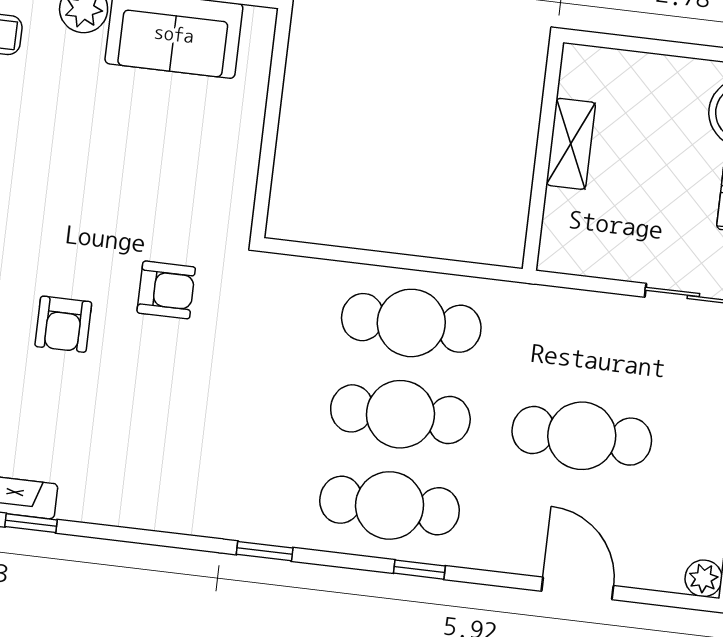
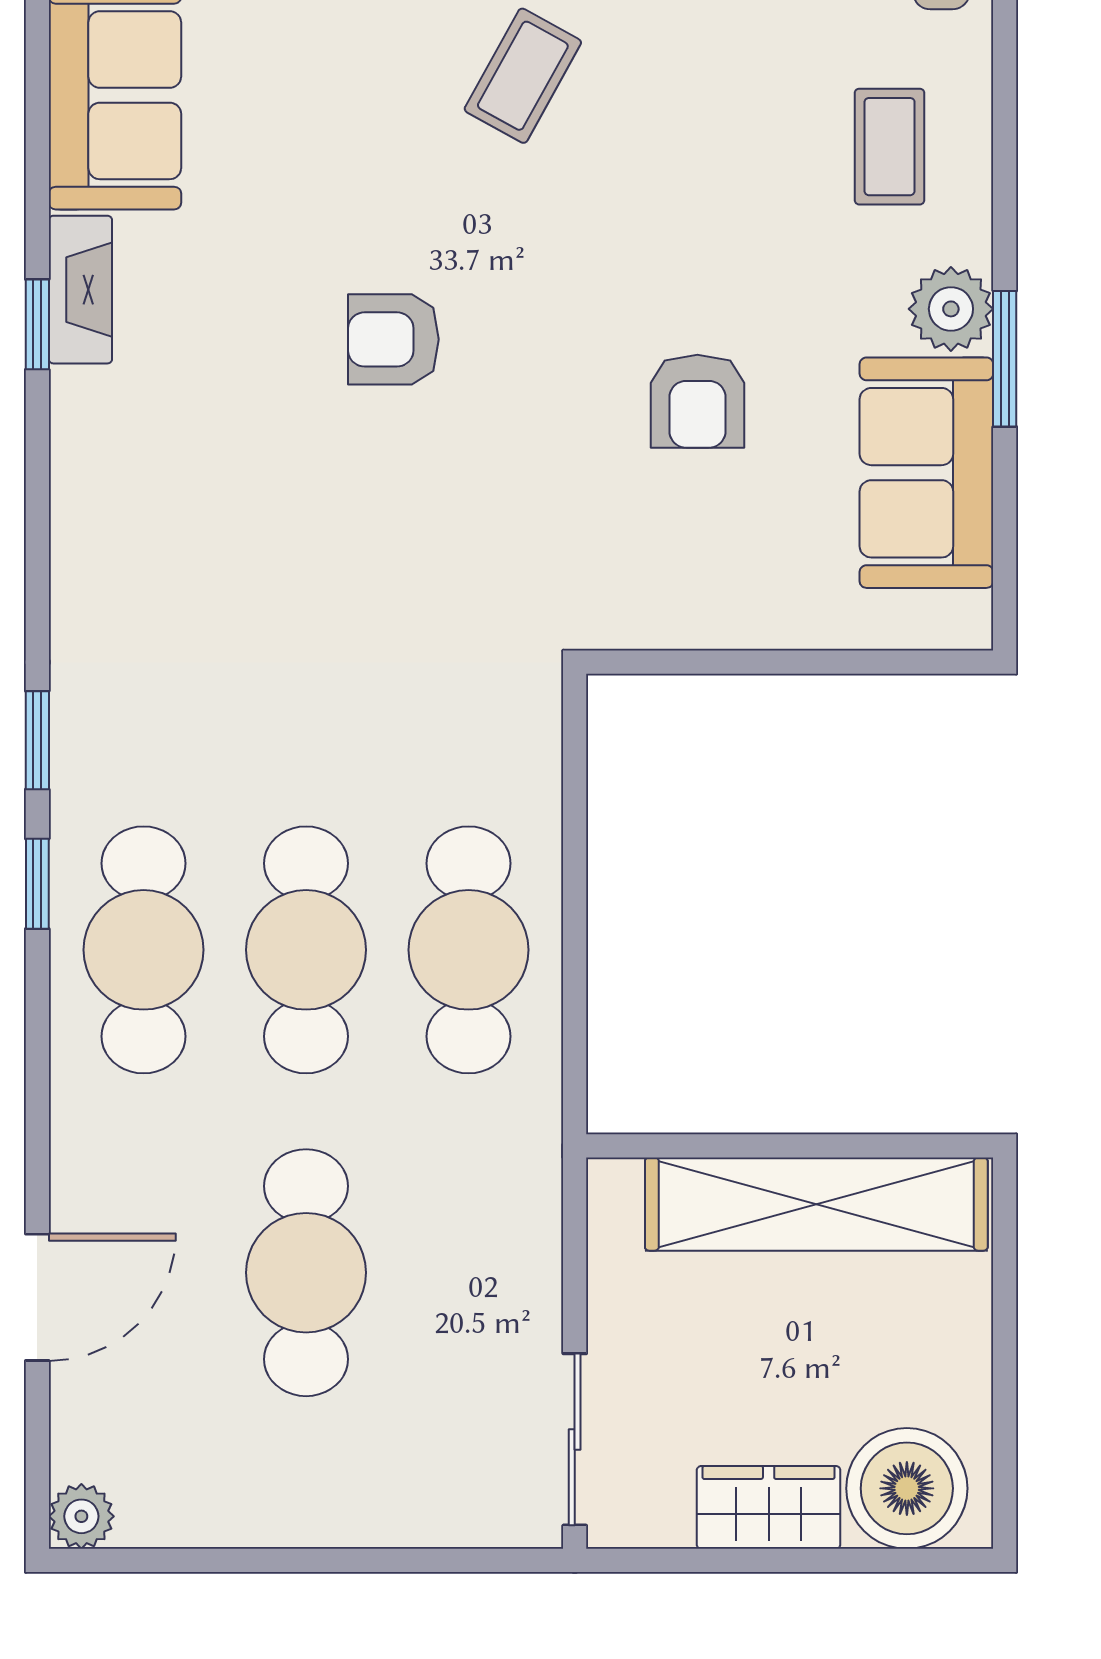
shelving: (571, 144) -> (816, 1204), width x2.20, depth x1.33
armchair: (166, 290) -> (697, 401), moved
window: (419, 570) -> (37, 884), moved

